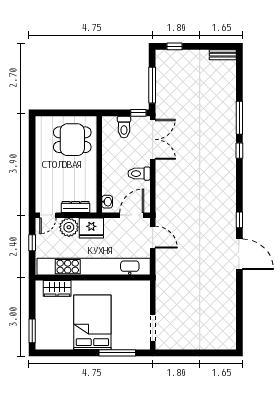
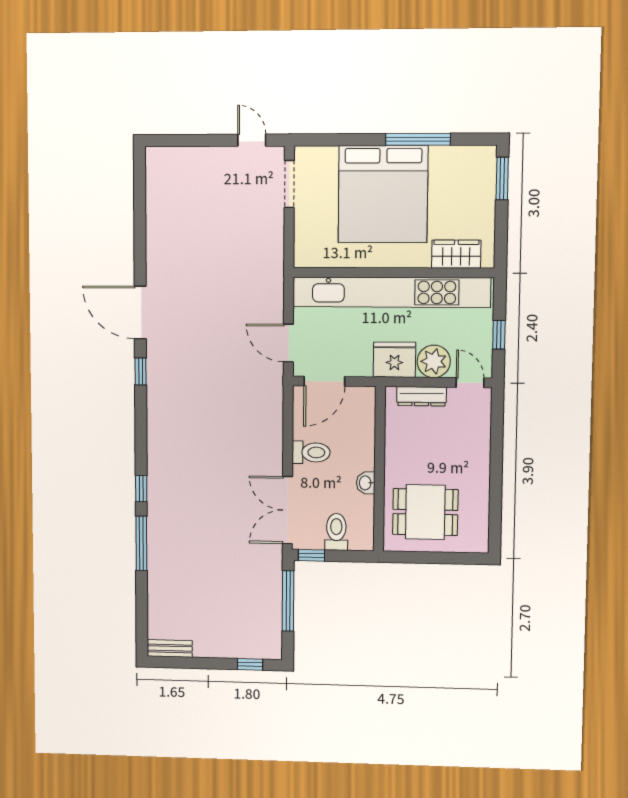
washbasin: (107, 202) -> (366, 483), moved
door: (48, 215) -> (470, 383), hinge flipped
bed: (92, 322) -> (383, 194), width x1.36
window: (117, 353) -> (418, 139), moved
door: (174, 353) -> (252, 140), added

